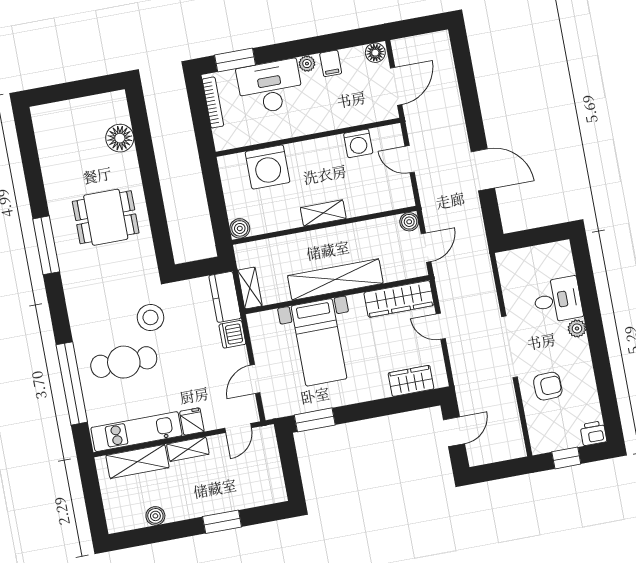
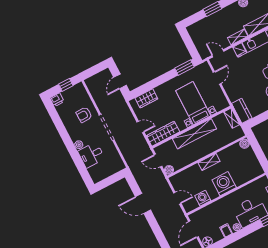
washing machine: (268, 167) -> (224, 184), moved
door: (426, 248) -> (158, 161), hinge flipped
dishwasher: (232, 334) -> (233, 95), removed
door: (238, 428) -> (218, 53), hinge flipped

